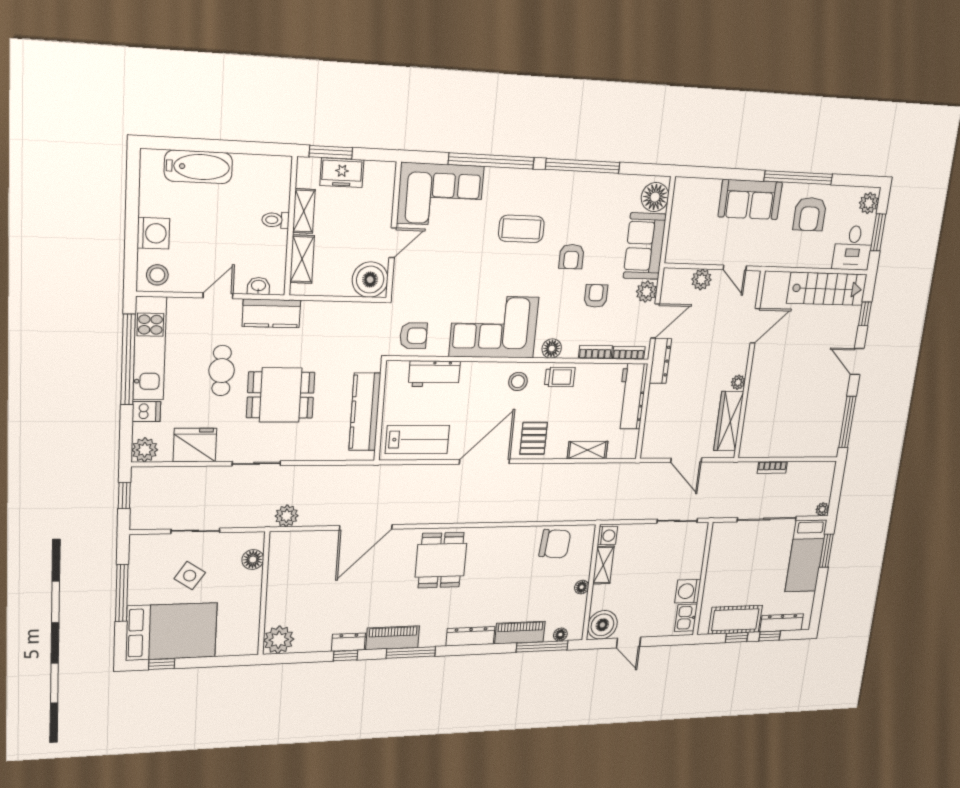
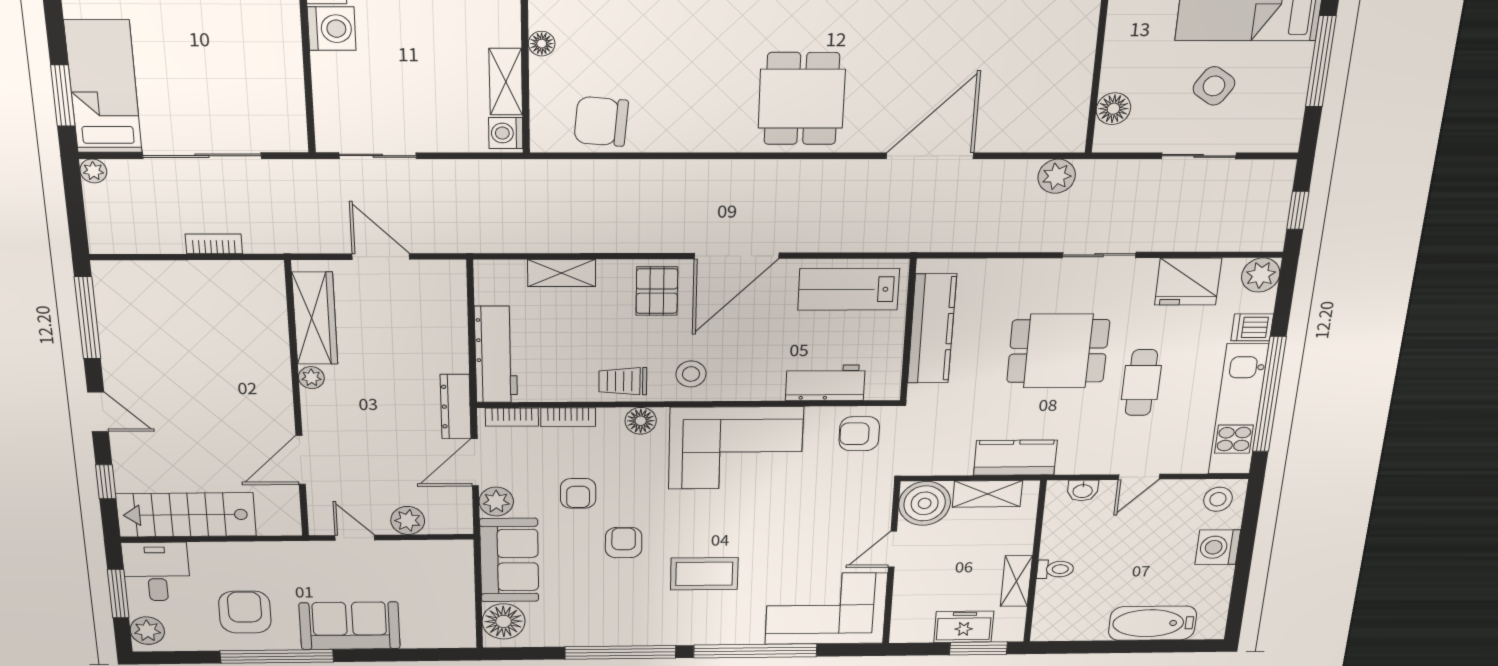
shelving: (302, 259) -> (987, 494), moved, turned 90
kitchen counter: (271, 313) -> (1015, 458), moved

